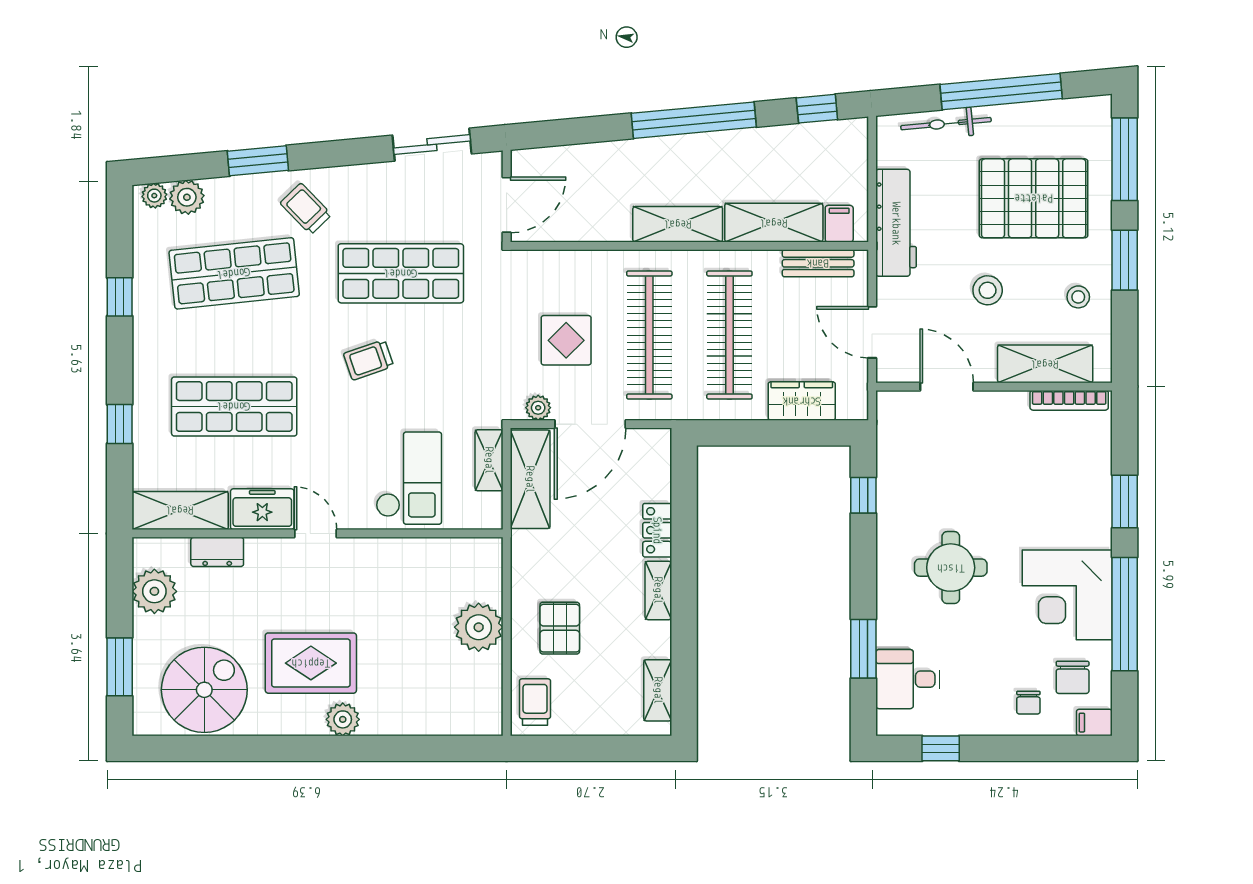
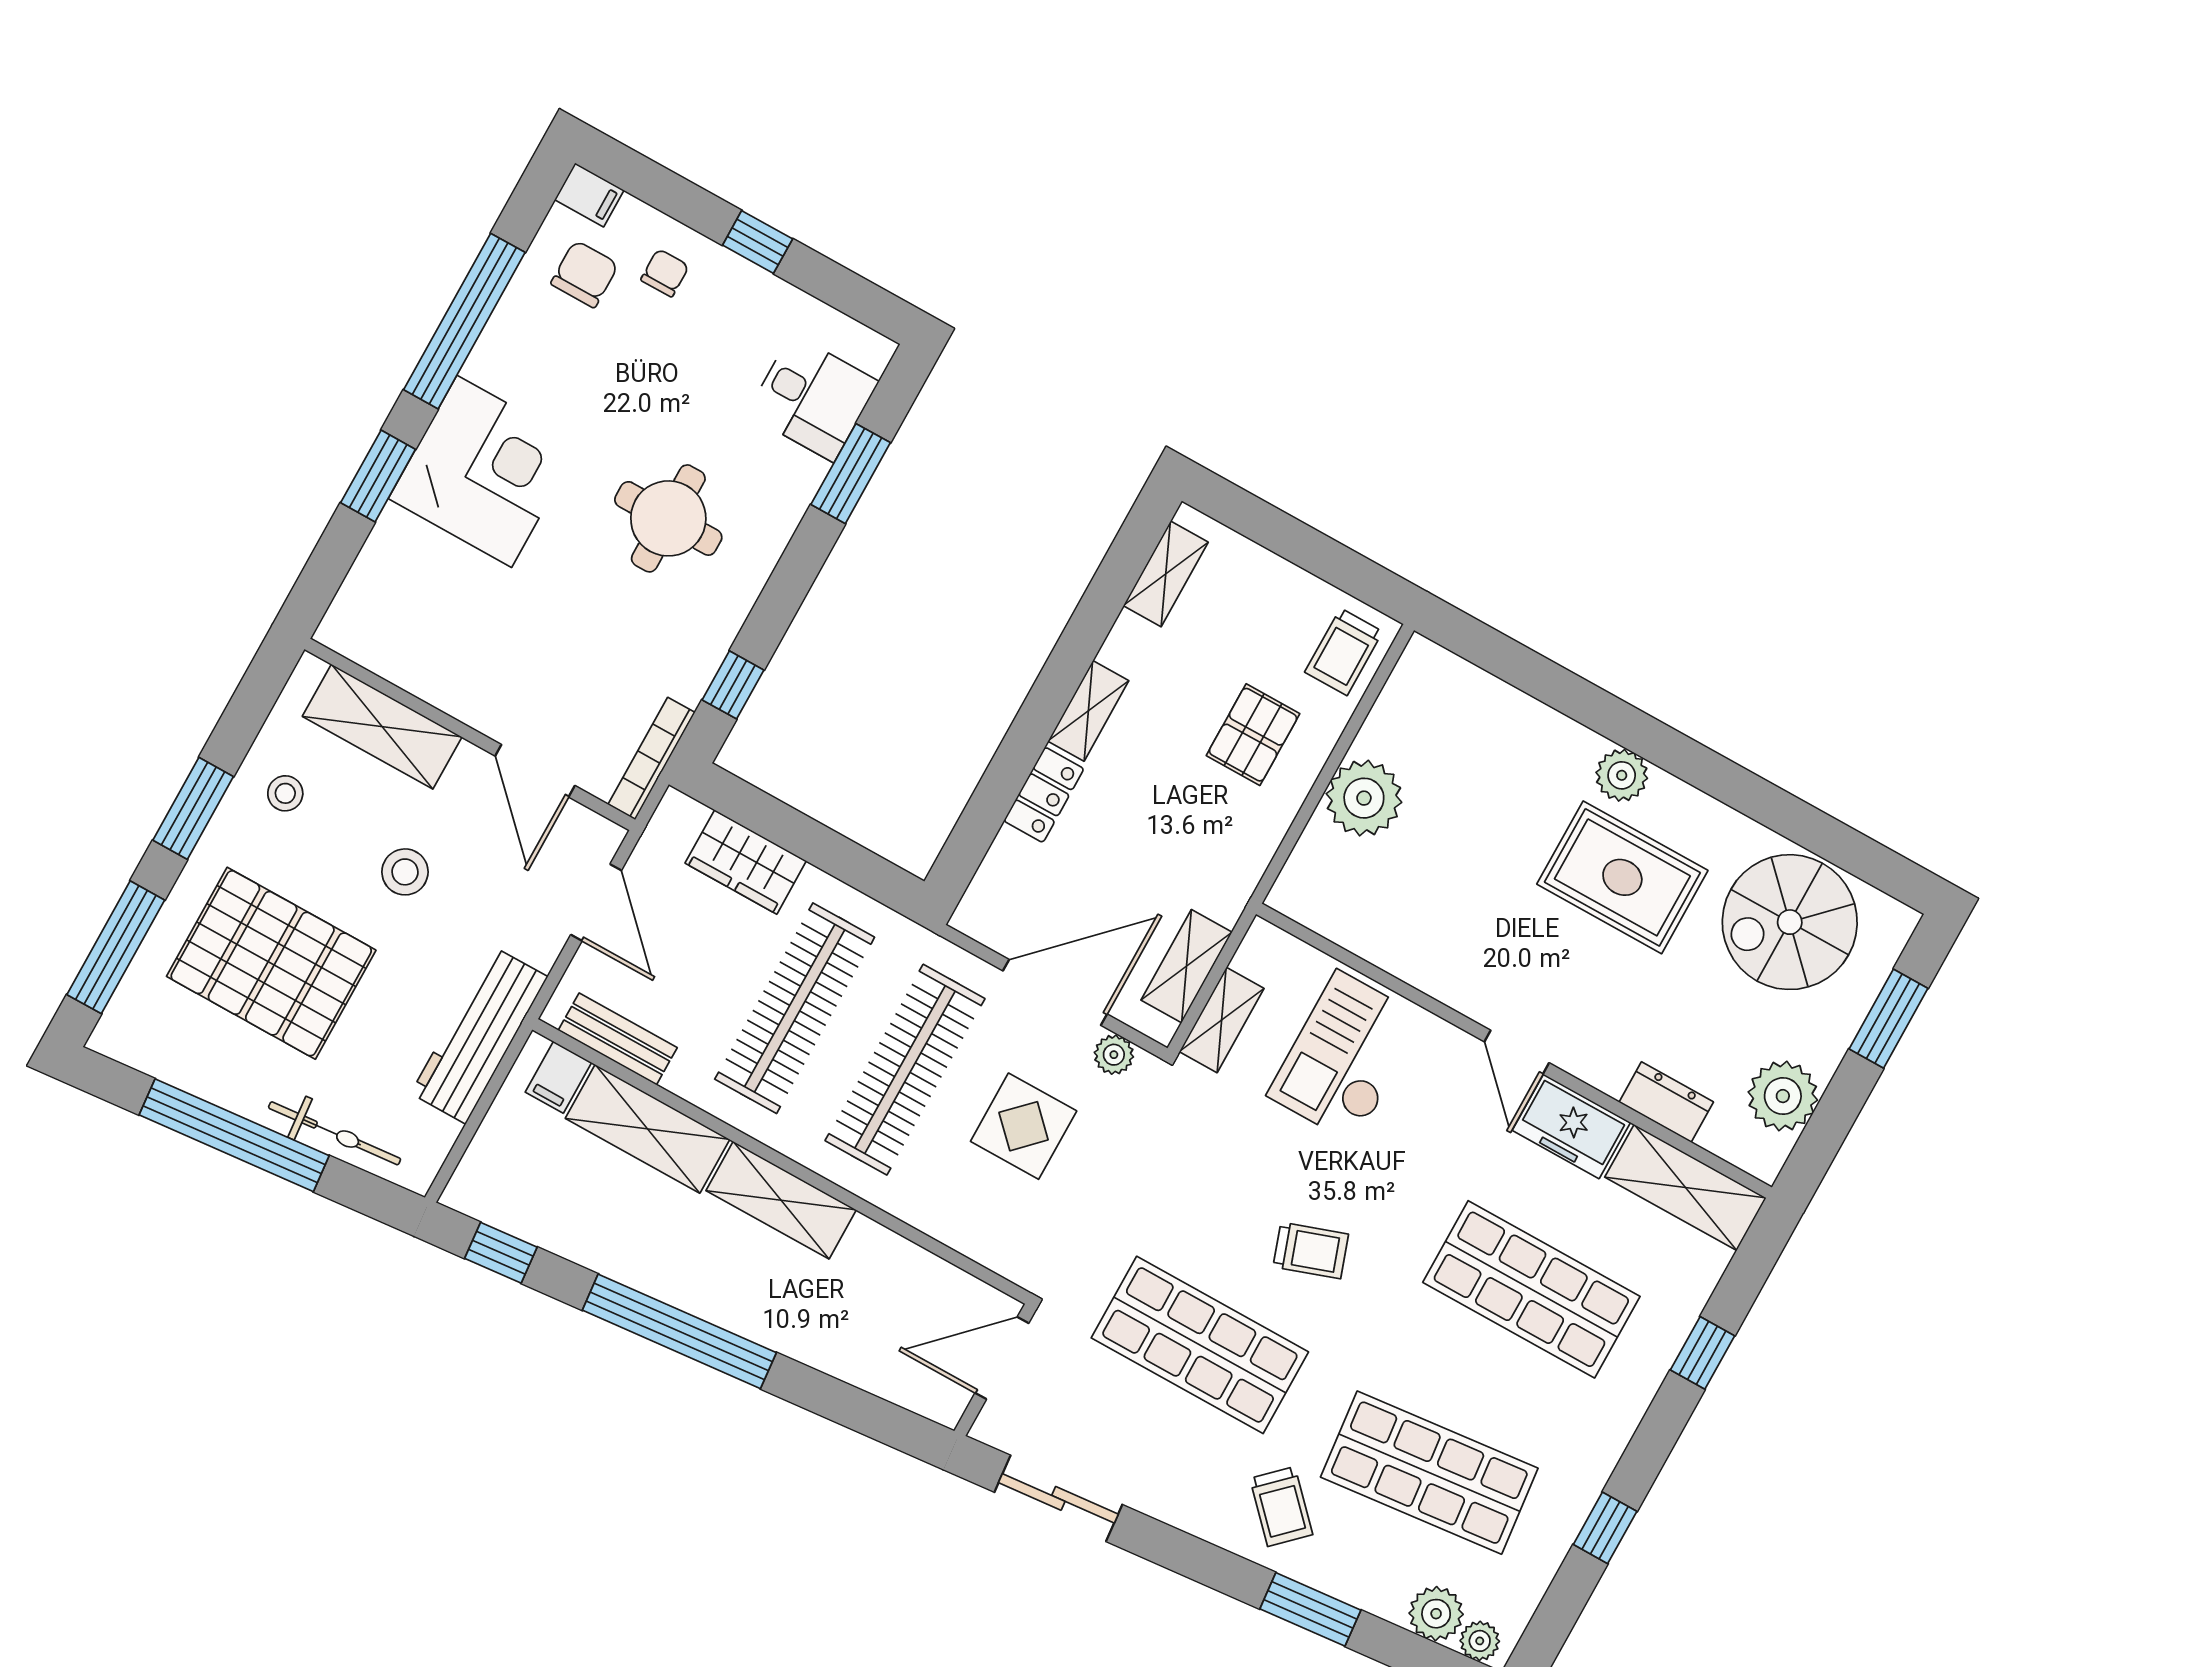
bookcase: (1069, 400) -> (652, 758), moved, turned -90
shelving: (530, 479) -> (1186, 966), width x0.67, depth x0.75
corner desk: (1067, 595) -> (484, 471), moved
window: (941, 748) -> (758, 242), moved

